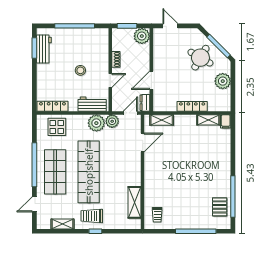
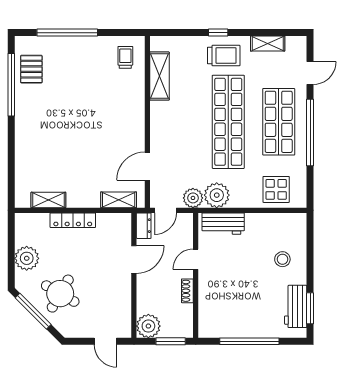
stool: (80, 70) -> (282, 259), moved
locker: (52, 106) -> (283, 220), removed
filing cabinet: (226, 121) -> (22, 198), removed

